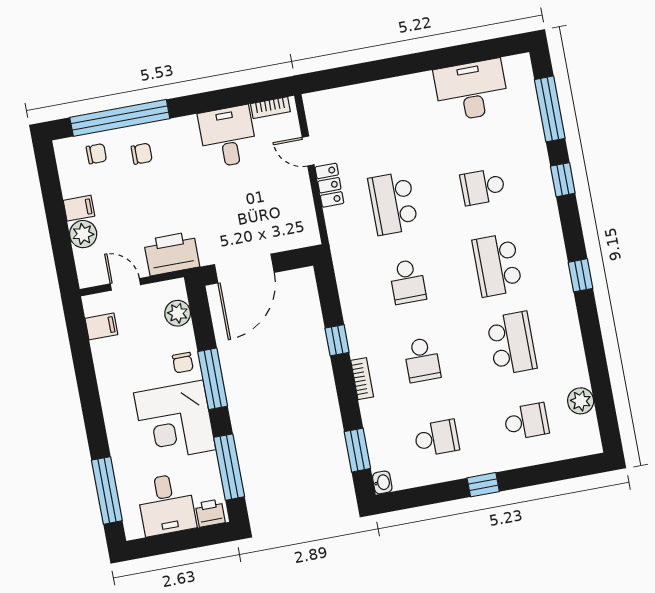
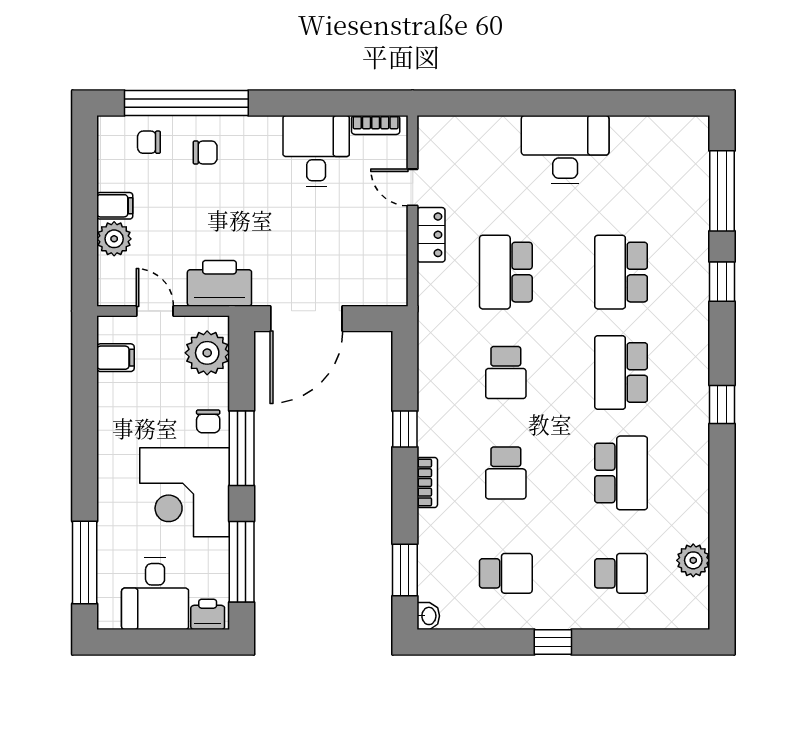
desk: (471, 90) -> (565, 150), moved
chair: (96, 154) -> (149, 142), turned 180
school desk: (483, 187) -> (621, 272), width x1.85
plant: (178, 313) -> (207, 353), width x1.36, depth x1.36

